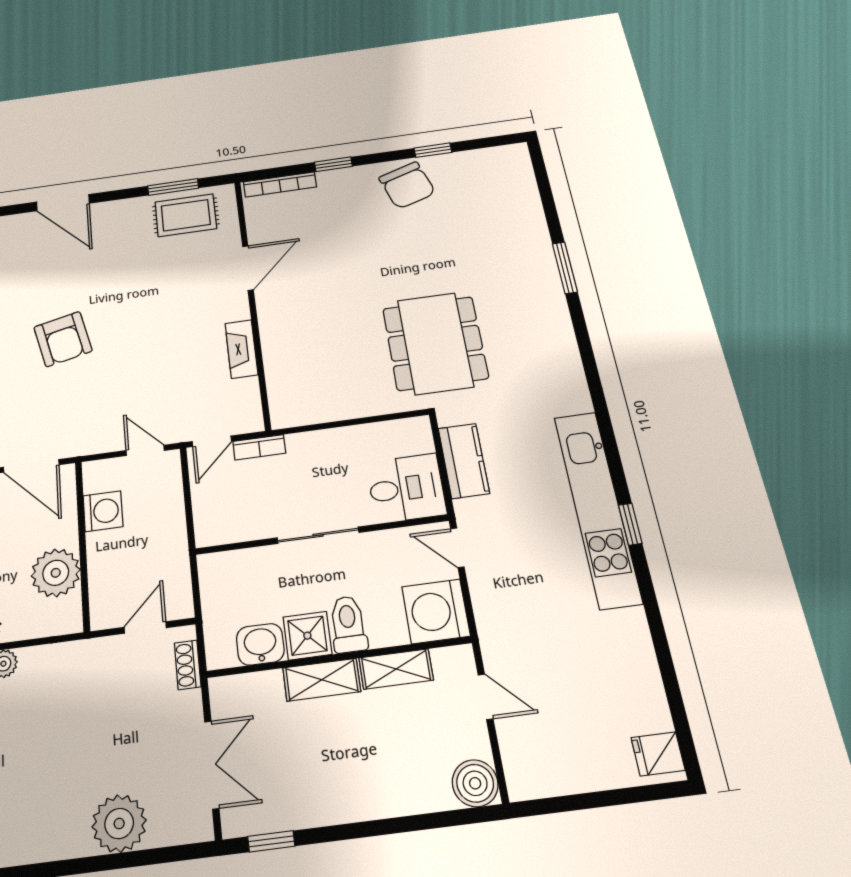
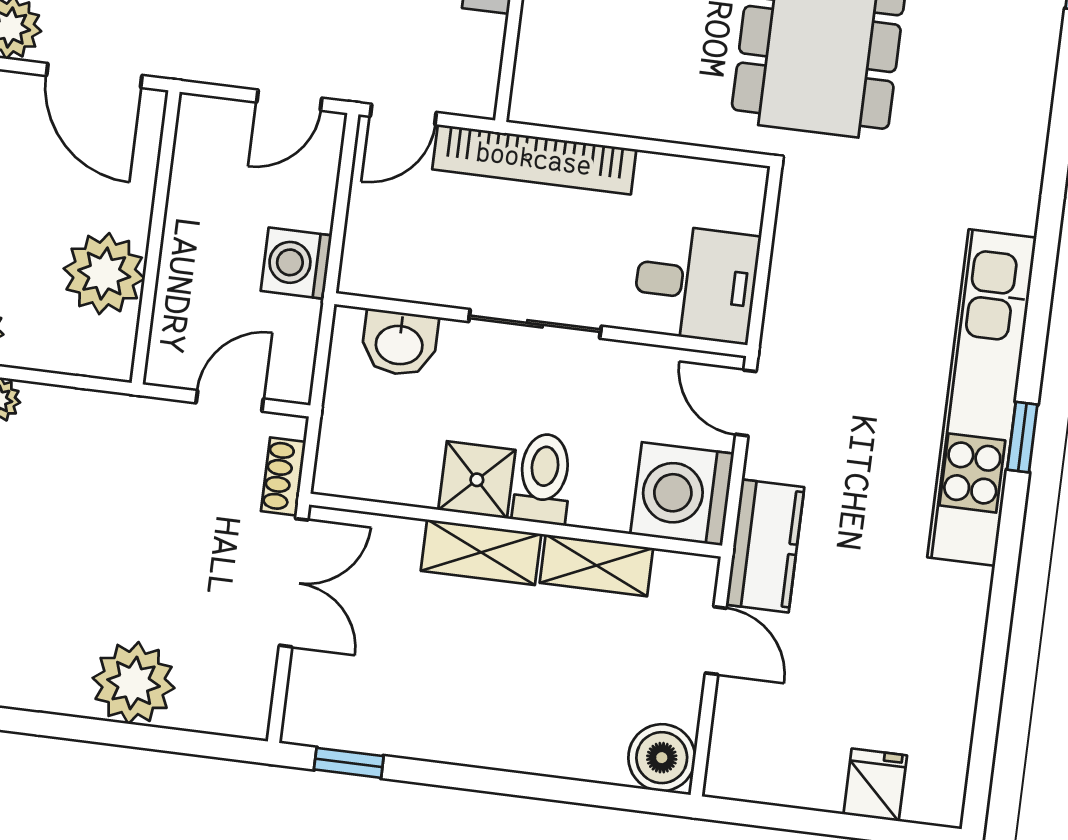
bookcase: (259, 447) -> (534, 159), width x2.31, depth x1.31
door: (145, 450) -> (289, 100), swing flipped
kitchen counter: (464, 461) -> (765, 546), moved
washing machine: (103, 511) -> (296, 263), moved, turned 180
washbasin: (260, 644) -> (399, 343), moved, turned 180
fridge: (658, 754) -> (875, 785), moved, turned 90
double door: (212, 765) -> (294, 583), moved

